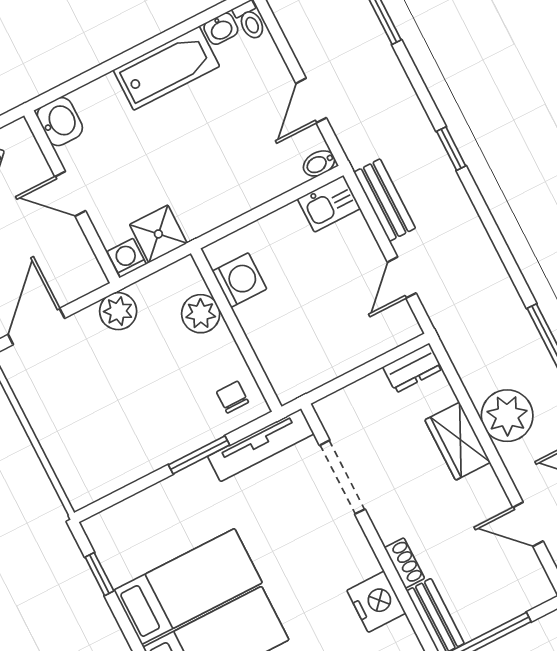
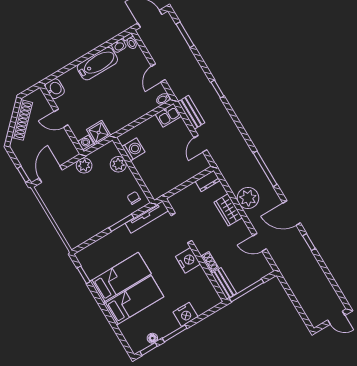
nightstand: (376, 602) -> (188, 260), moved

